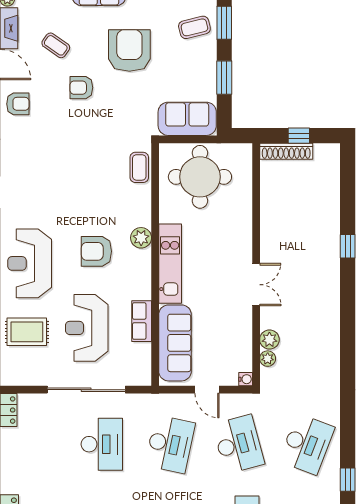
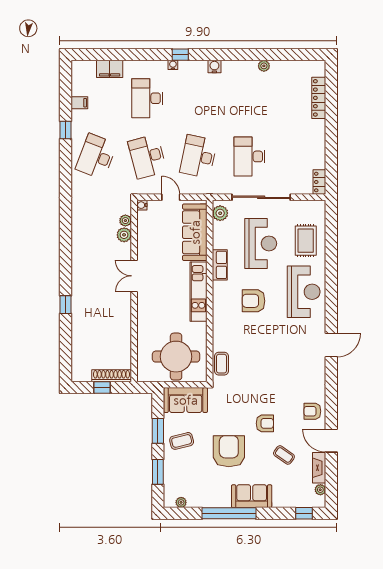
coffee table: (194, 27) -> (182, 441), moved
armchair: (129, 50) -> (229, 451), turned 180
plant: (141, 238) -> (220, 213), moved
armchair: (96, 251) -> (254, 301), turned 180
row of seats: (142, 321) -> (220, 265), moved
rug: (27, 332) -> (306, 241), turned 90

